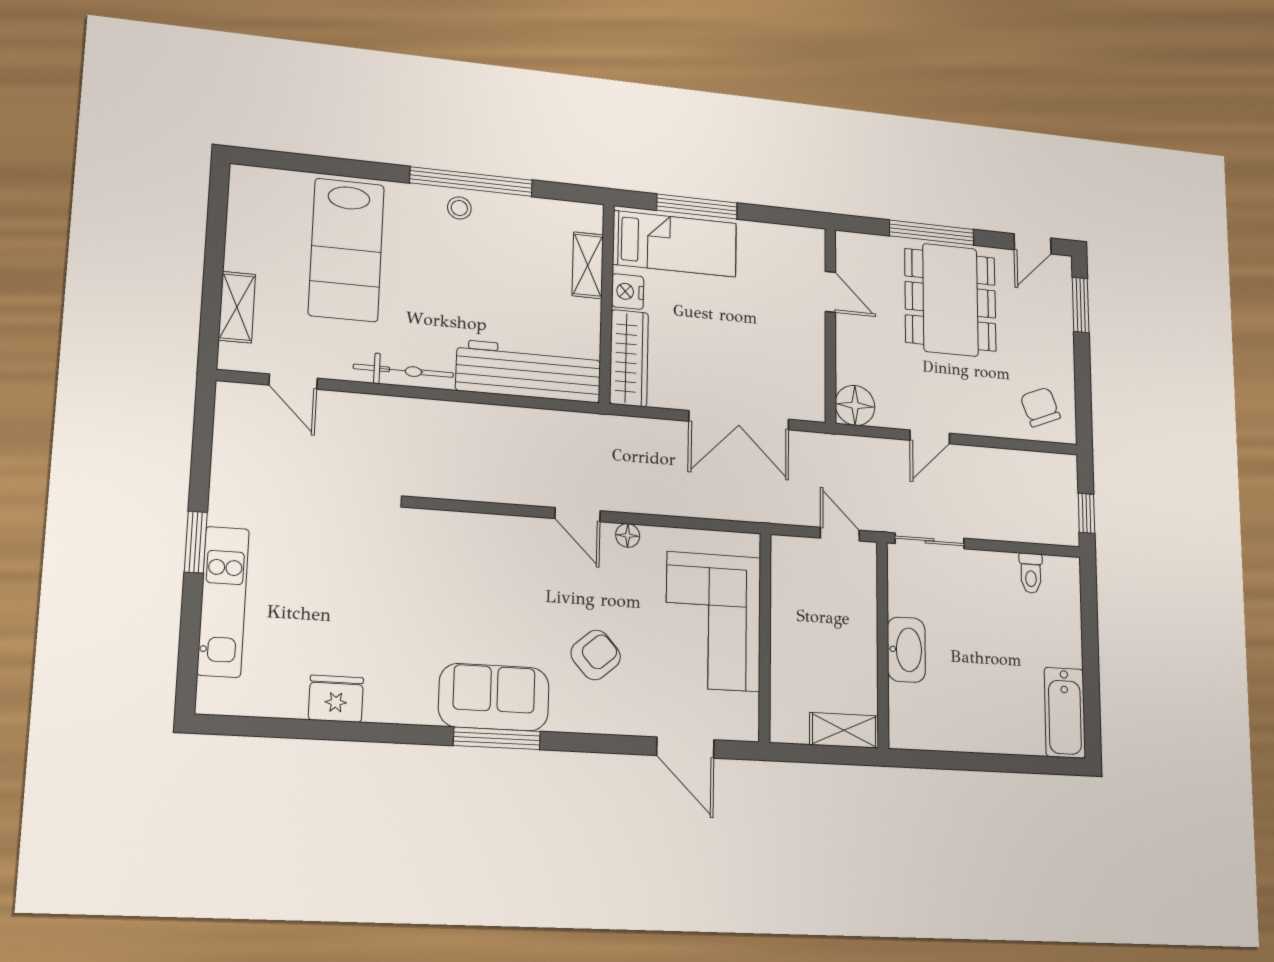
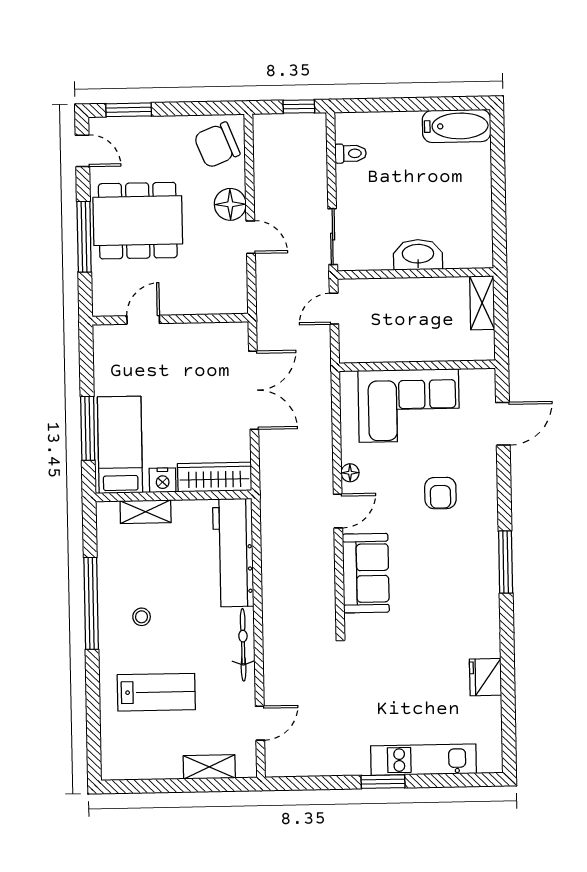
stool: (459, 208) -> (142, 617), moved
lab bench: (346, 250) -> (156, 692), width x0.73, depth x0.72
floor lamp: (855, 405) -> (230, 204), moved
chair: (1040, 407) -> (217, 145), width x1.37, depth x1.37
armchair: (596, 655) -> (440, 493), turned -139
sofa: (494, 697) -> (366, 573), moved, turned 180

